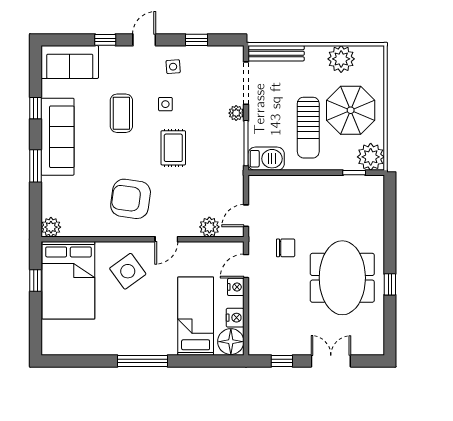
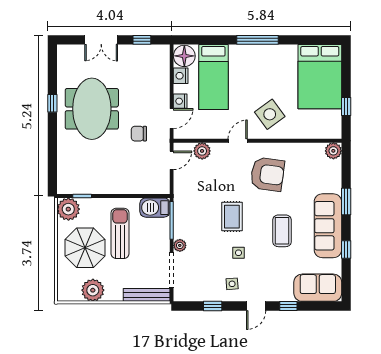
coffee table: (121, 113) -> (282, 231), moved
bed: (68, 280) -> (320, 77), moved, turned 180

